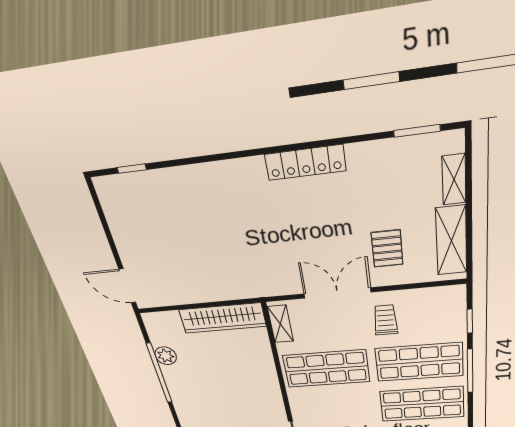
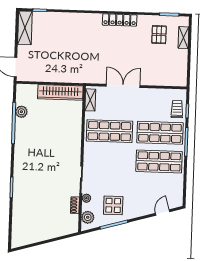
shelving: (451, 241) -> (25, 28), moved
pallet: (387, 249) -> (159, 35), moved
trolley: (385, 320) -> (177, 109), moved

